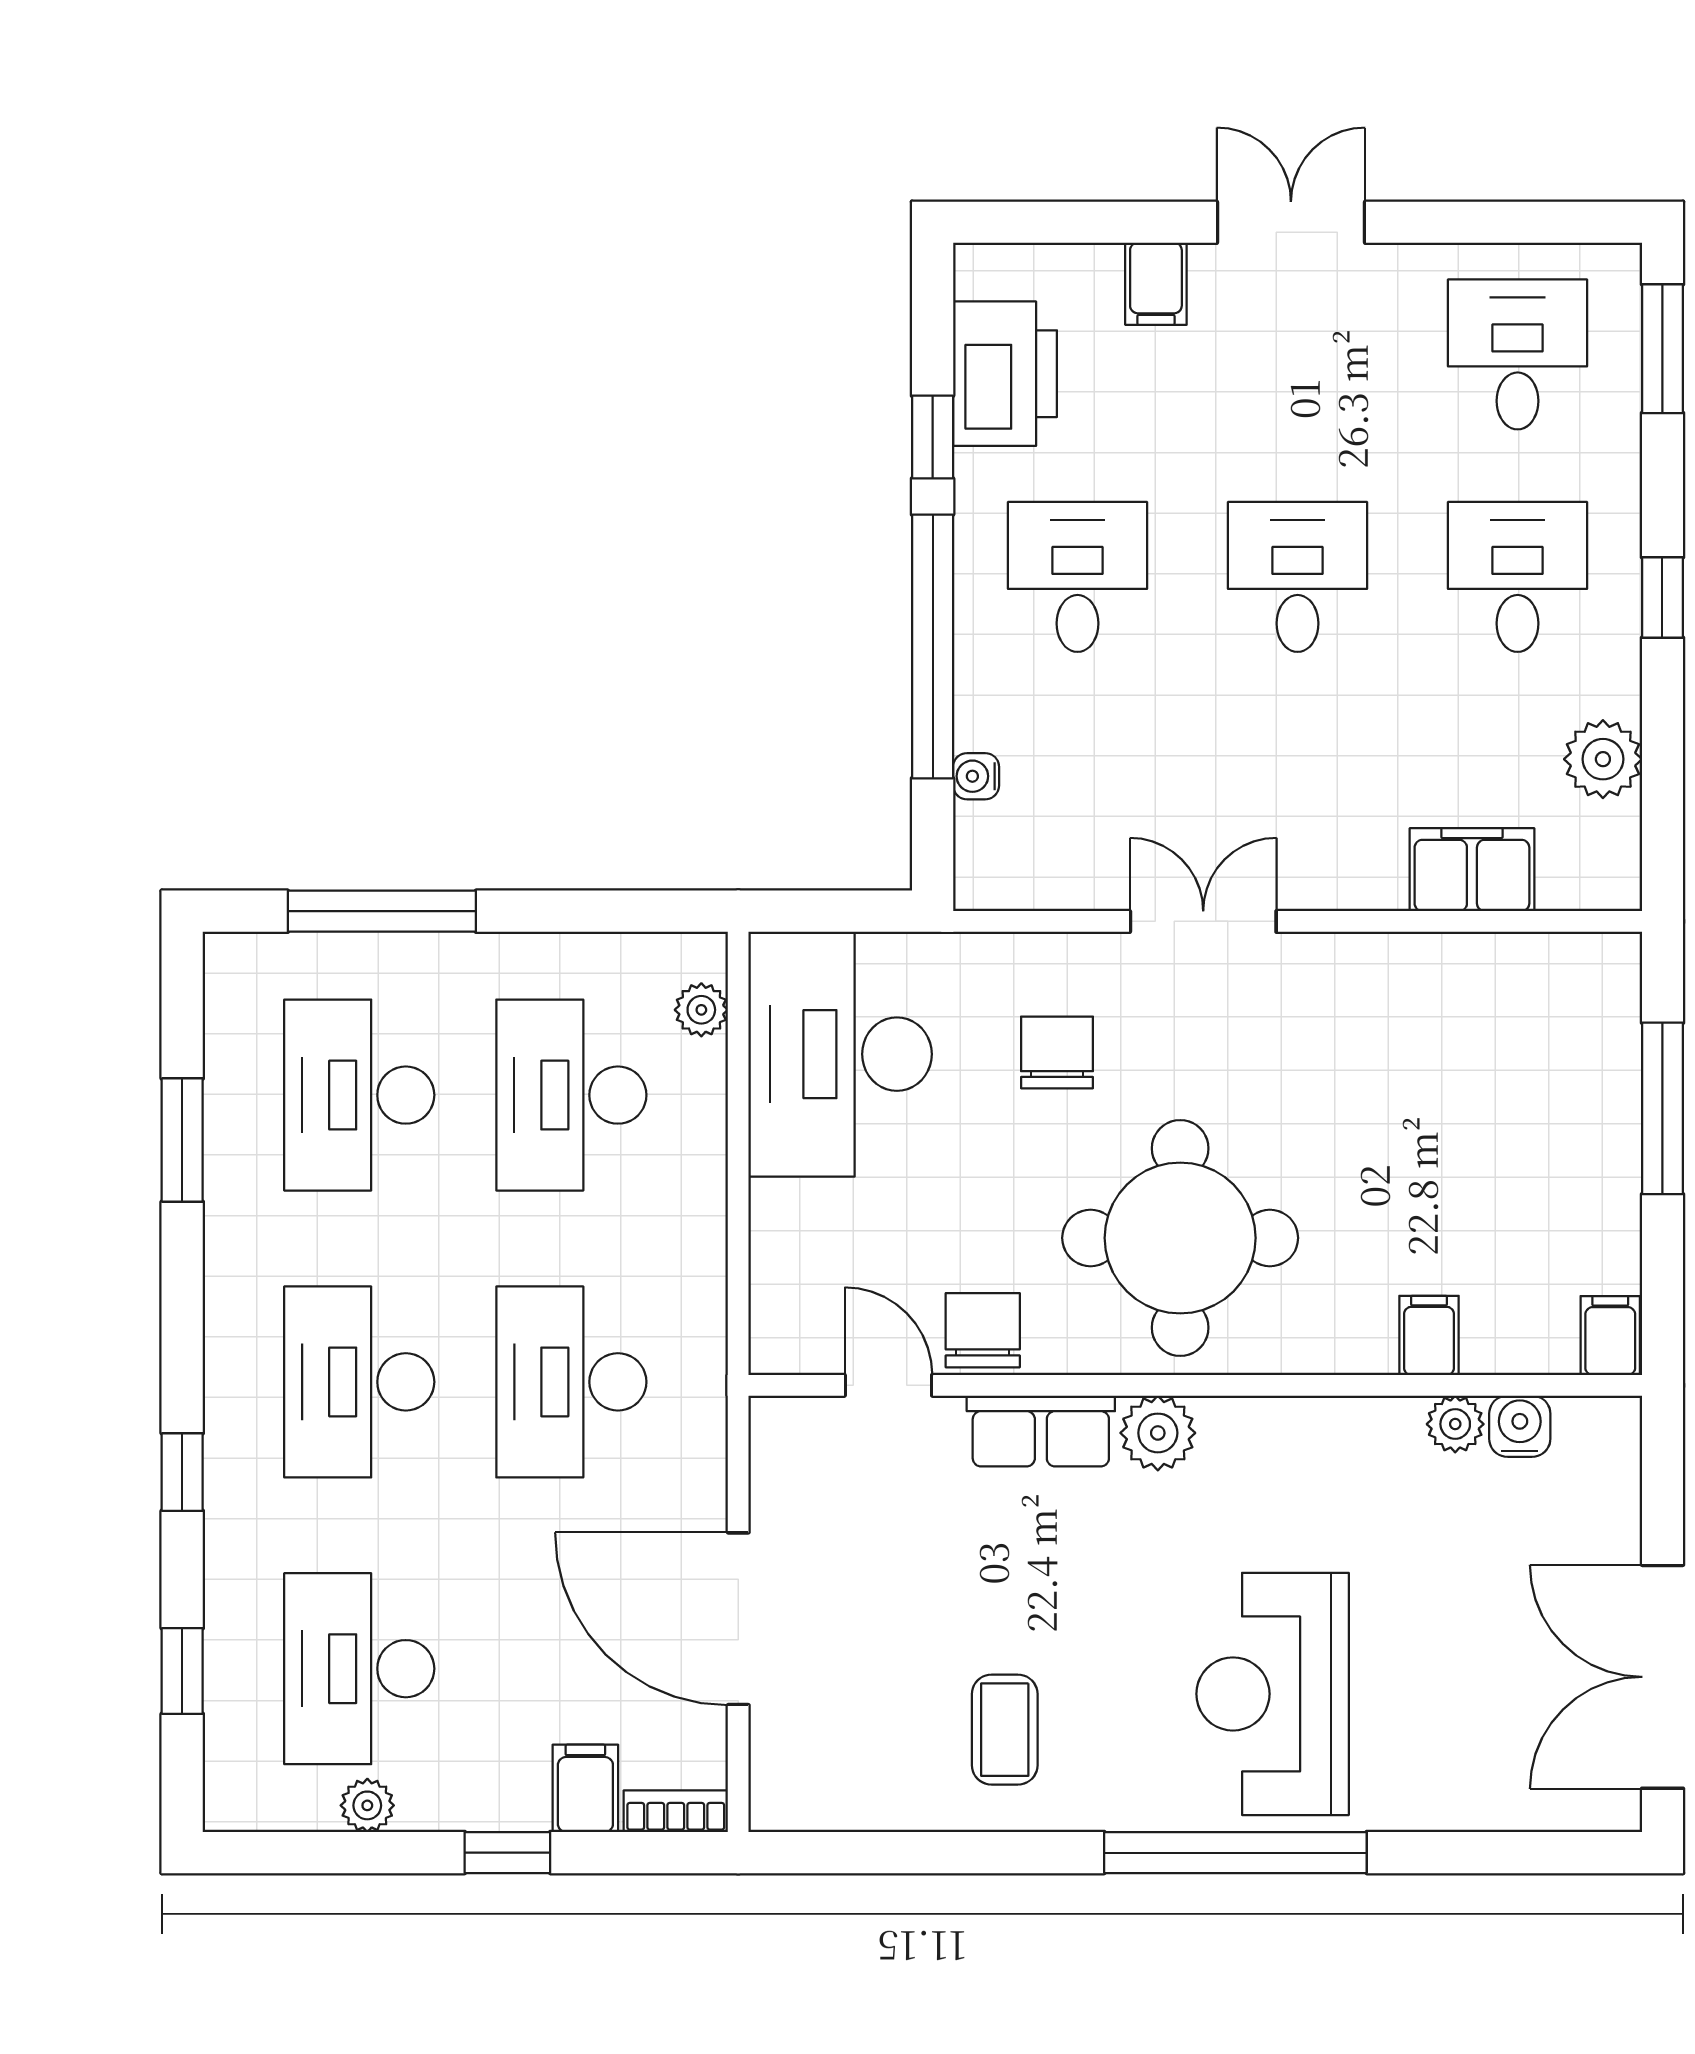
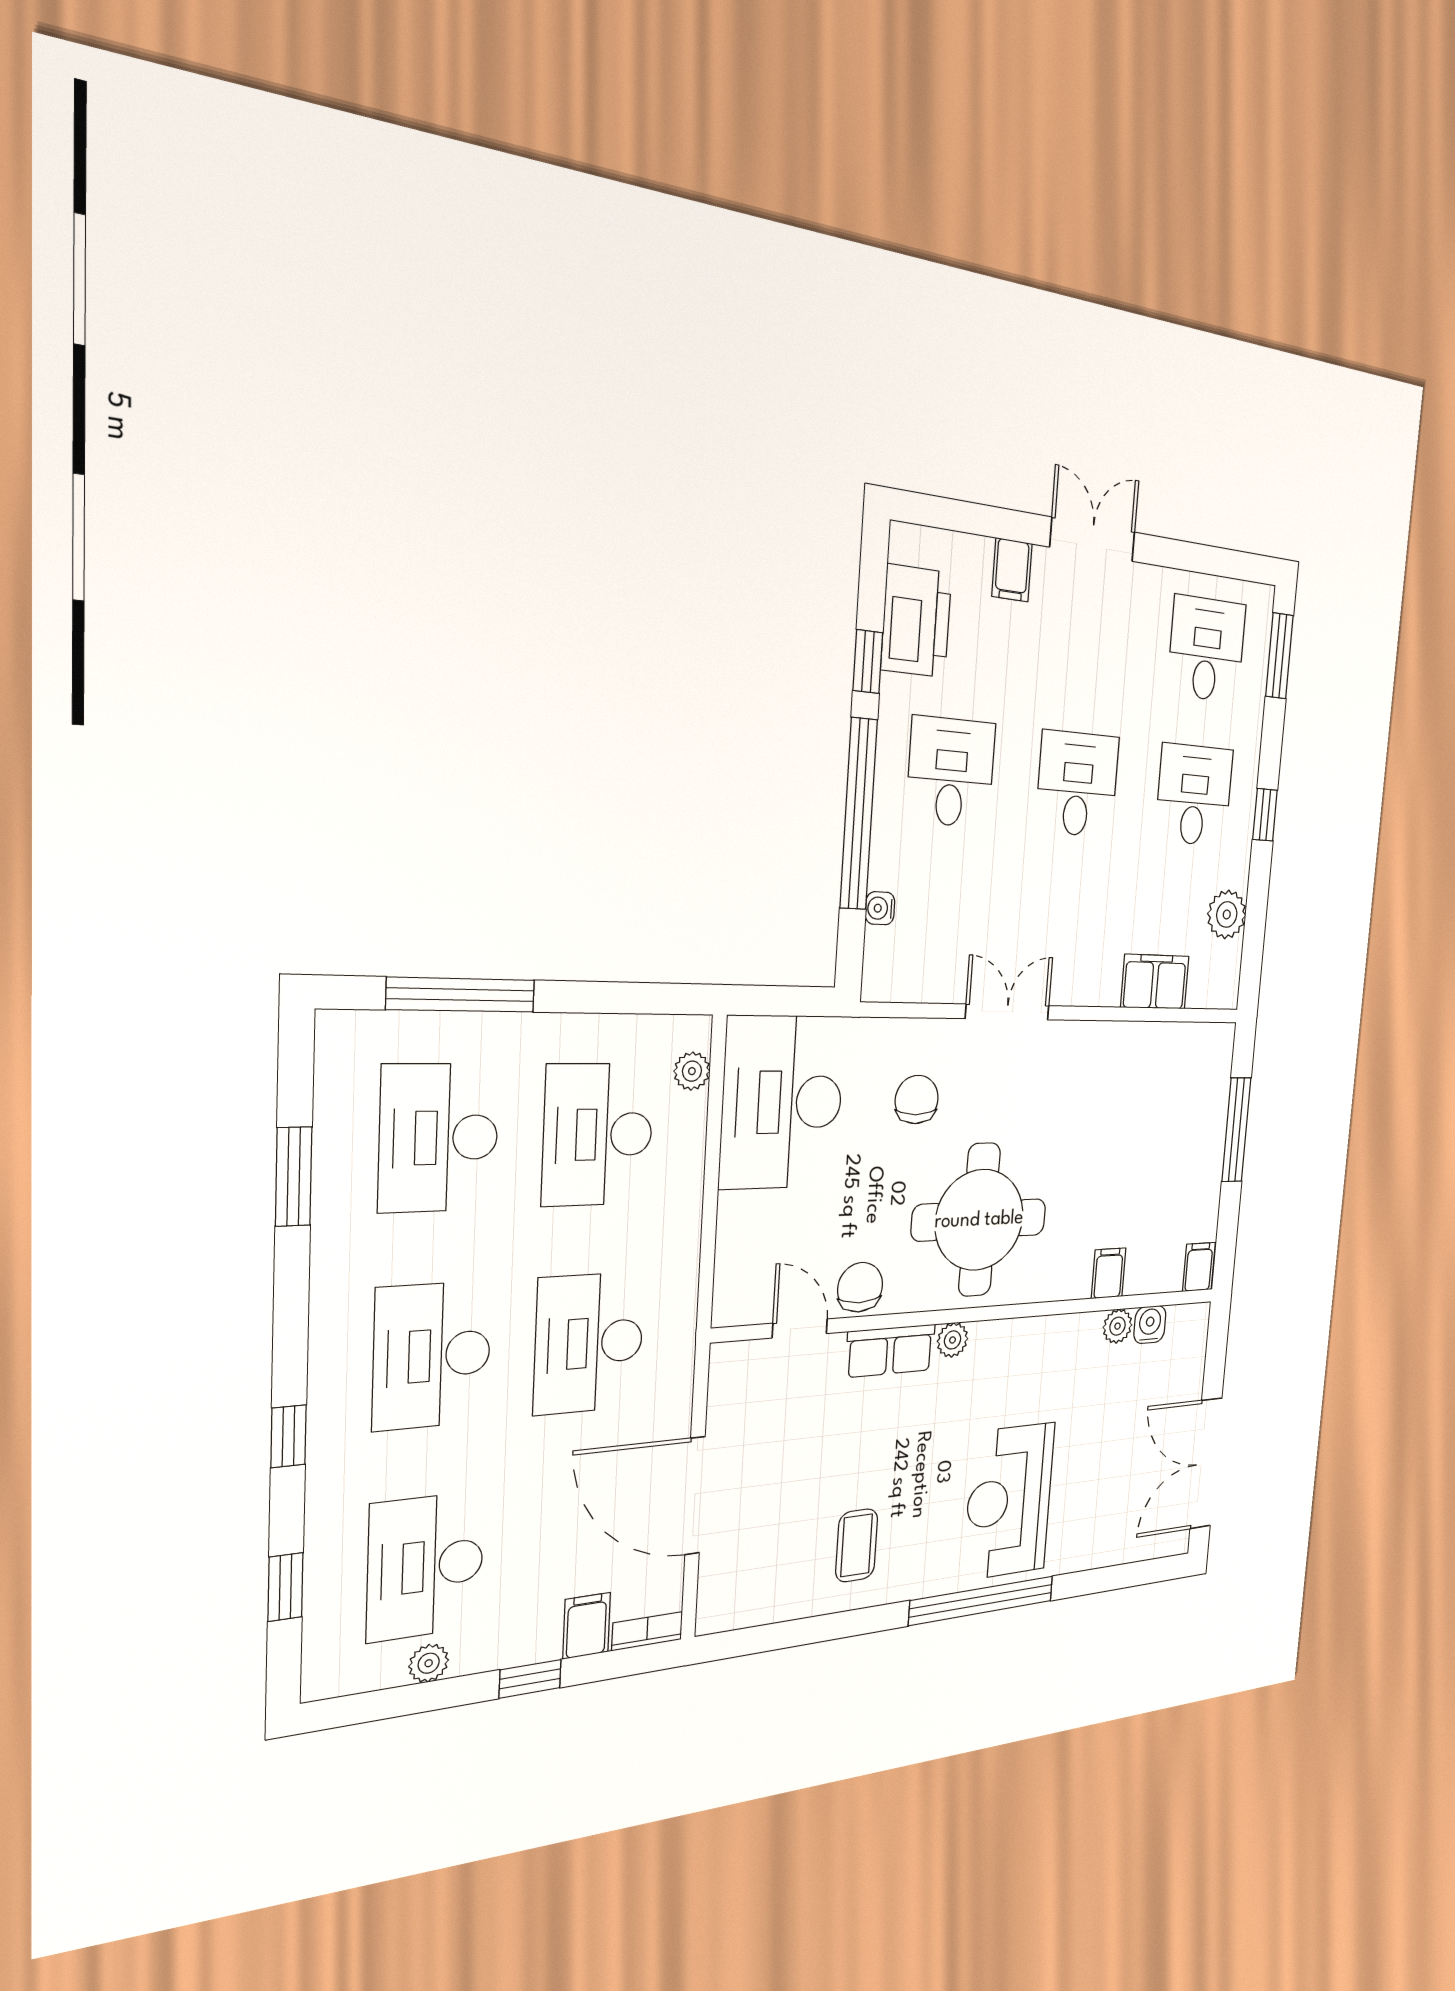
plant: (1158, 1433) -> (953, 1340), width x0.73, depth x0.73

